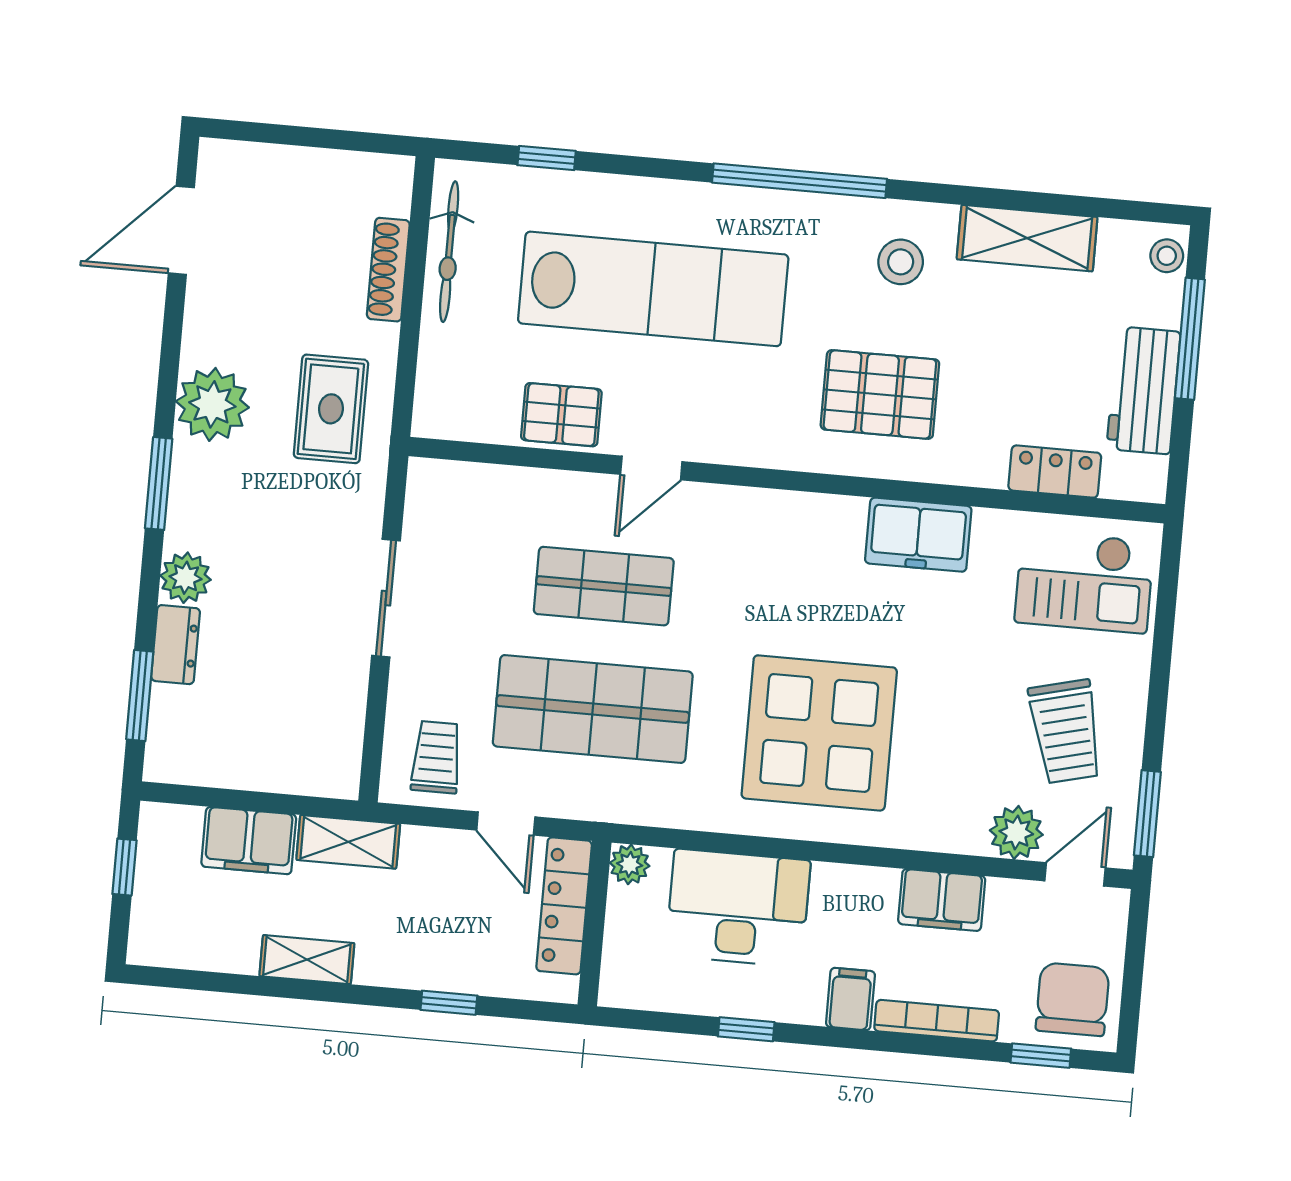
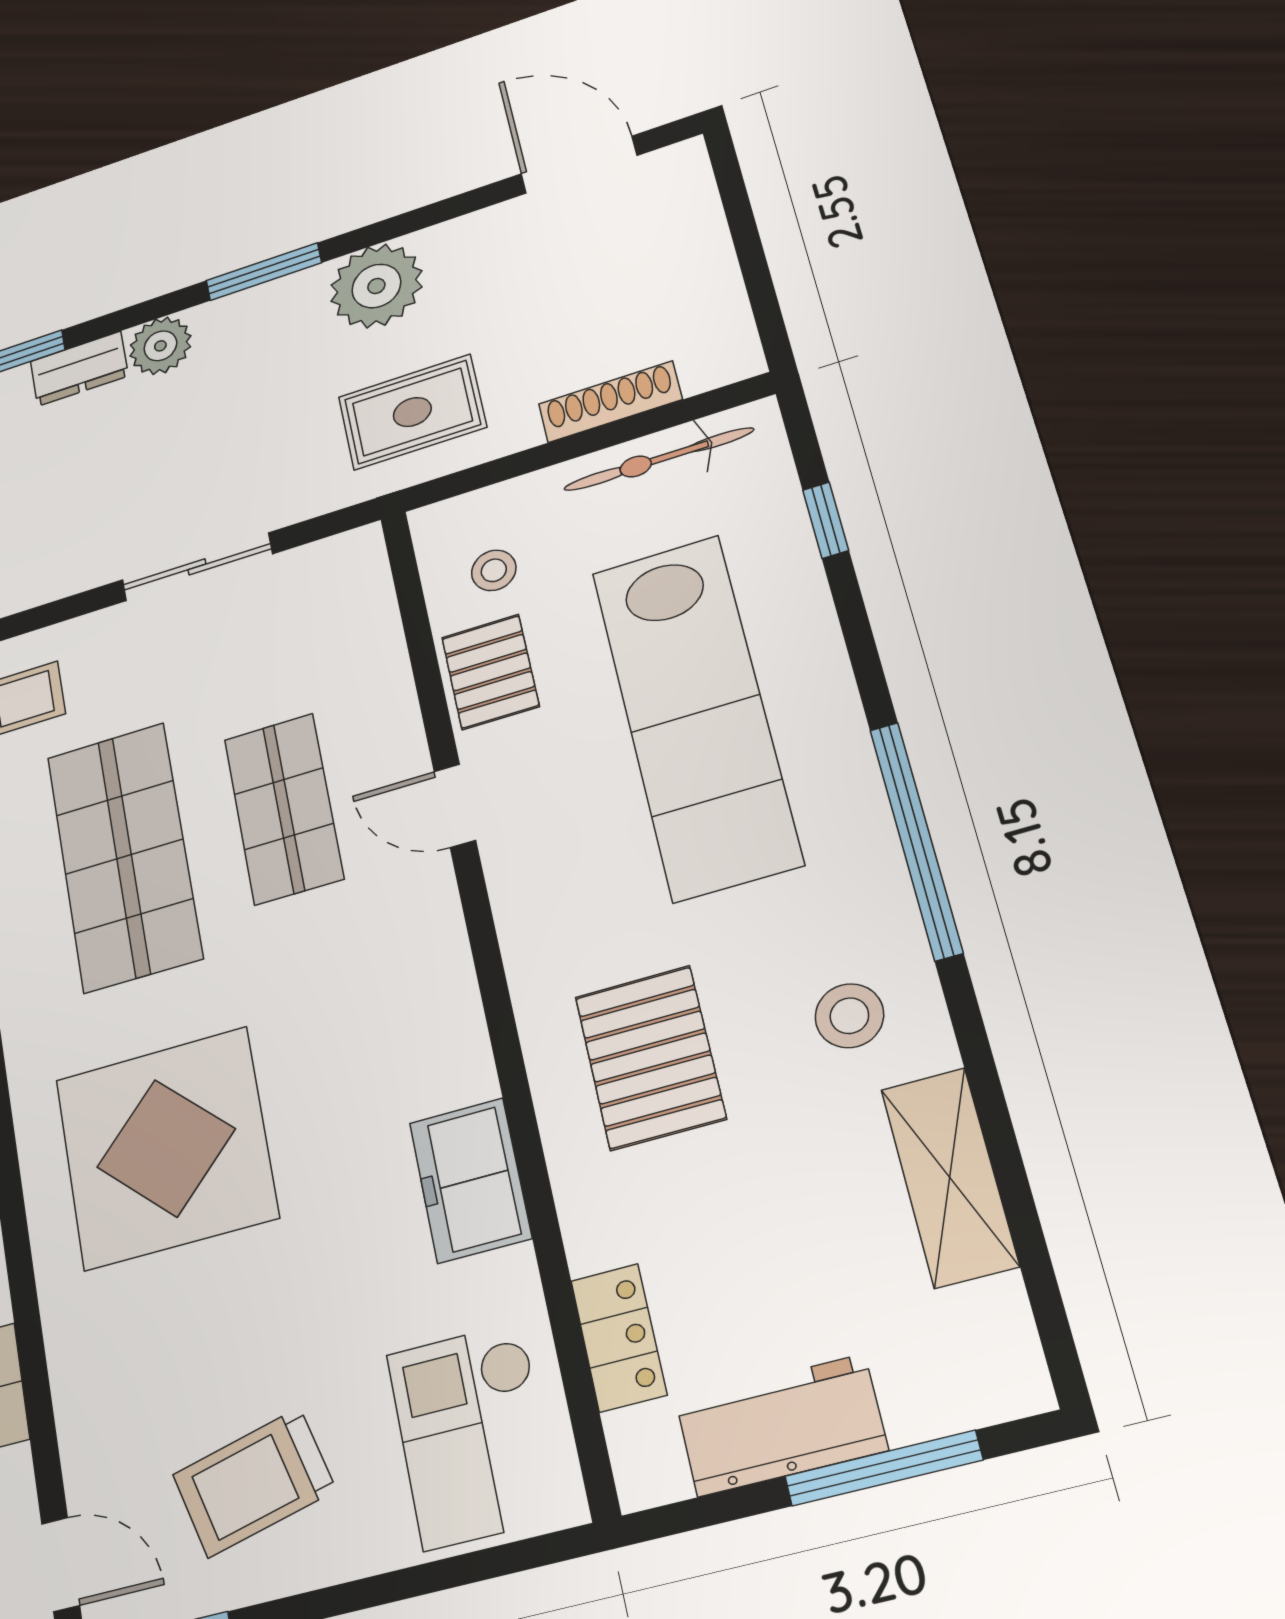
stool: (1167, 256) -> (494, 570), moved
plant: (1016, 833) -> (98, 1461), removed

